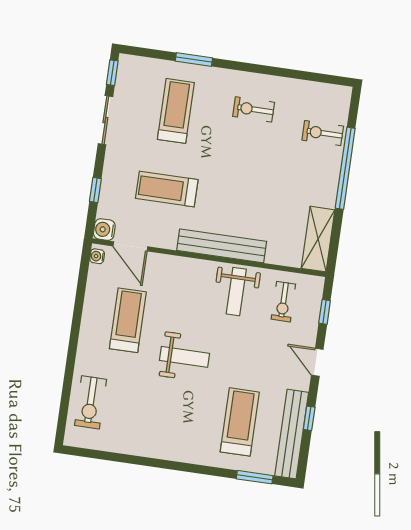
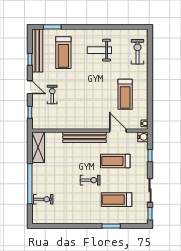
exercise bike: (254, 109) -> (90, 180), moved
treadmill: (176, 111) -> (116, 200), turned 90
treadmill: (167, 189) -> (115, 161), turned 180
door: (130, 246) -> (118, 131), moved
weight bench: (236, 292) -> (74, 116), removed
exercise bike: (283, 302) -> (52, 95), moved
weight bench: (184, 357) -> (99, 50), moved

